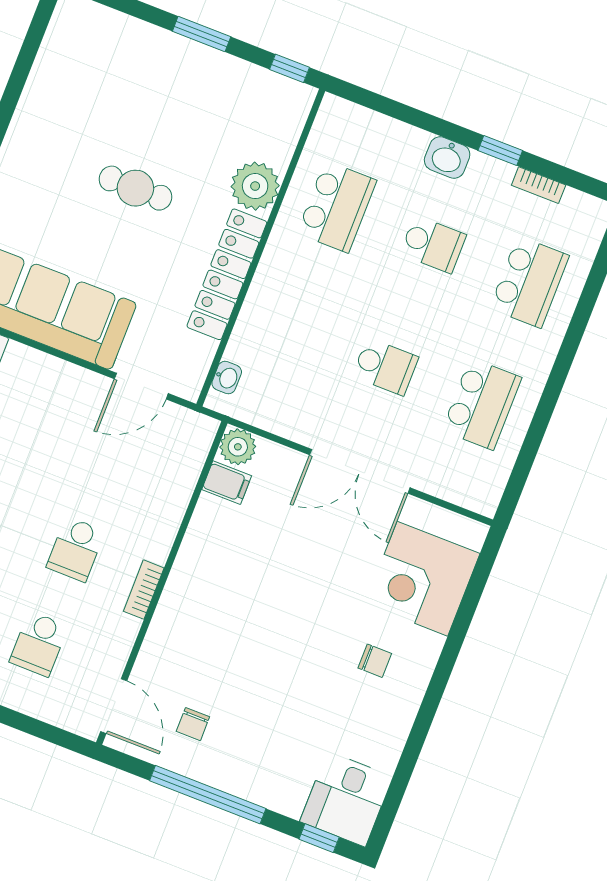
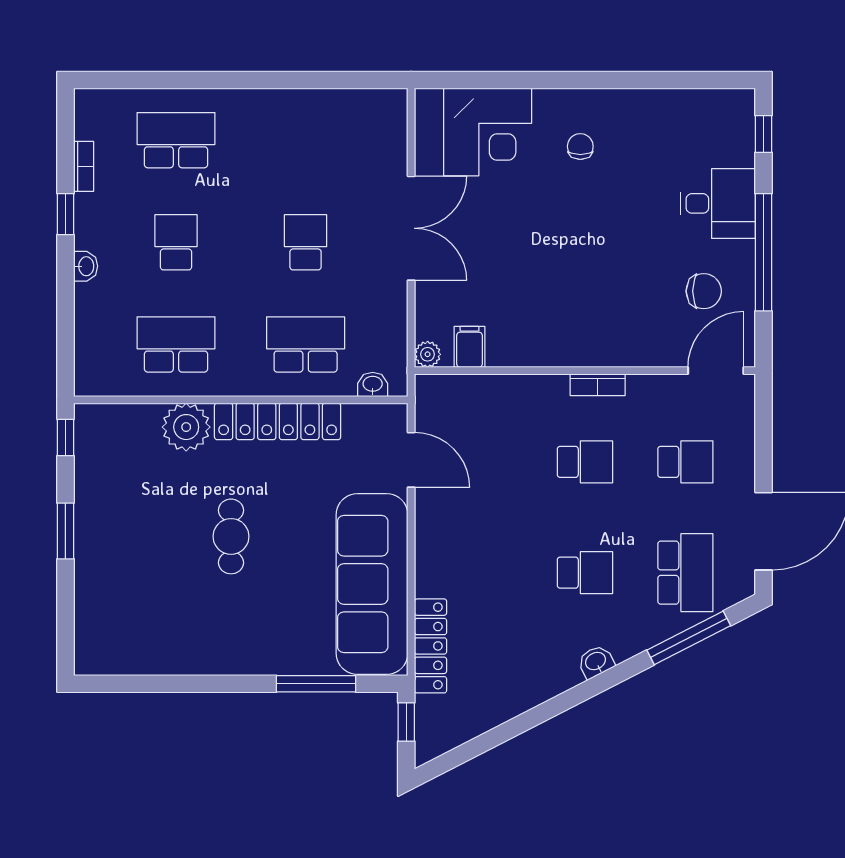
washbasin: (447, 157) -> (86, 266), width x0.72, depth x0.69
school desk: (482, 404) -> (306, 344), moved
plant: (238, 447) -> (428, 354), width x0.73, depth x0.73
chair: (193, 724) -> (704, 291), width x1.37, depth x1.37
desk: (346, 799) -> (718, 203), moved

